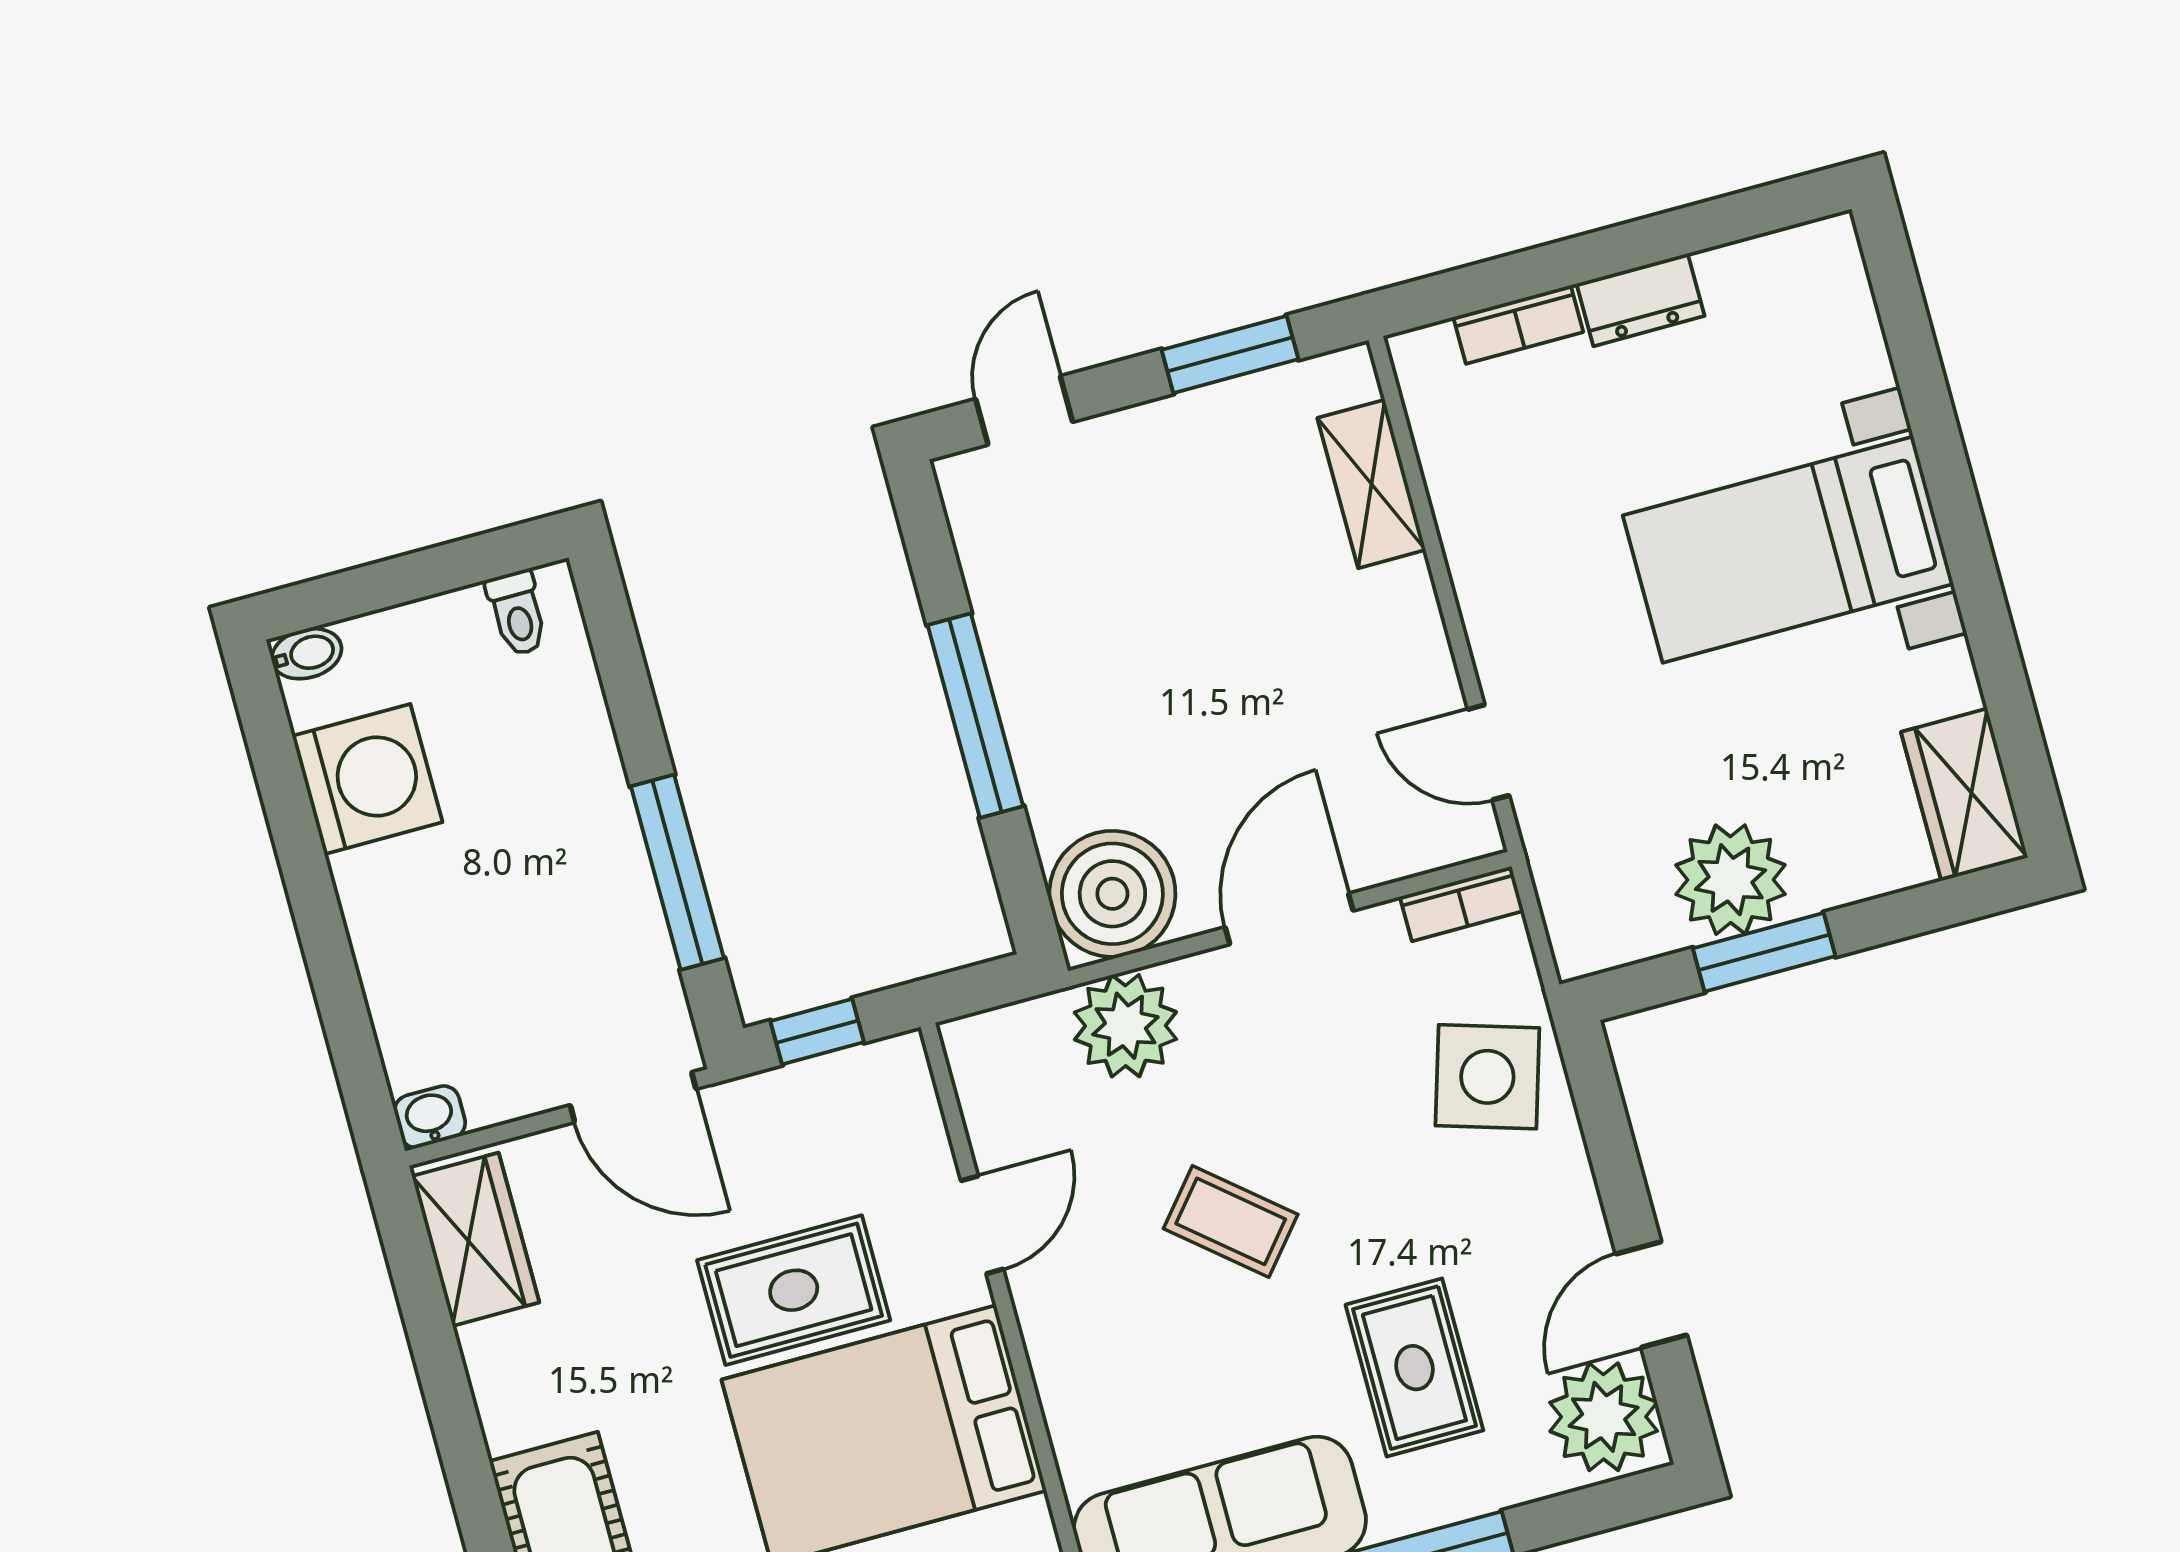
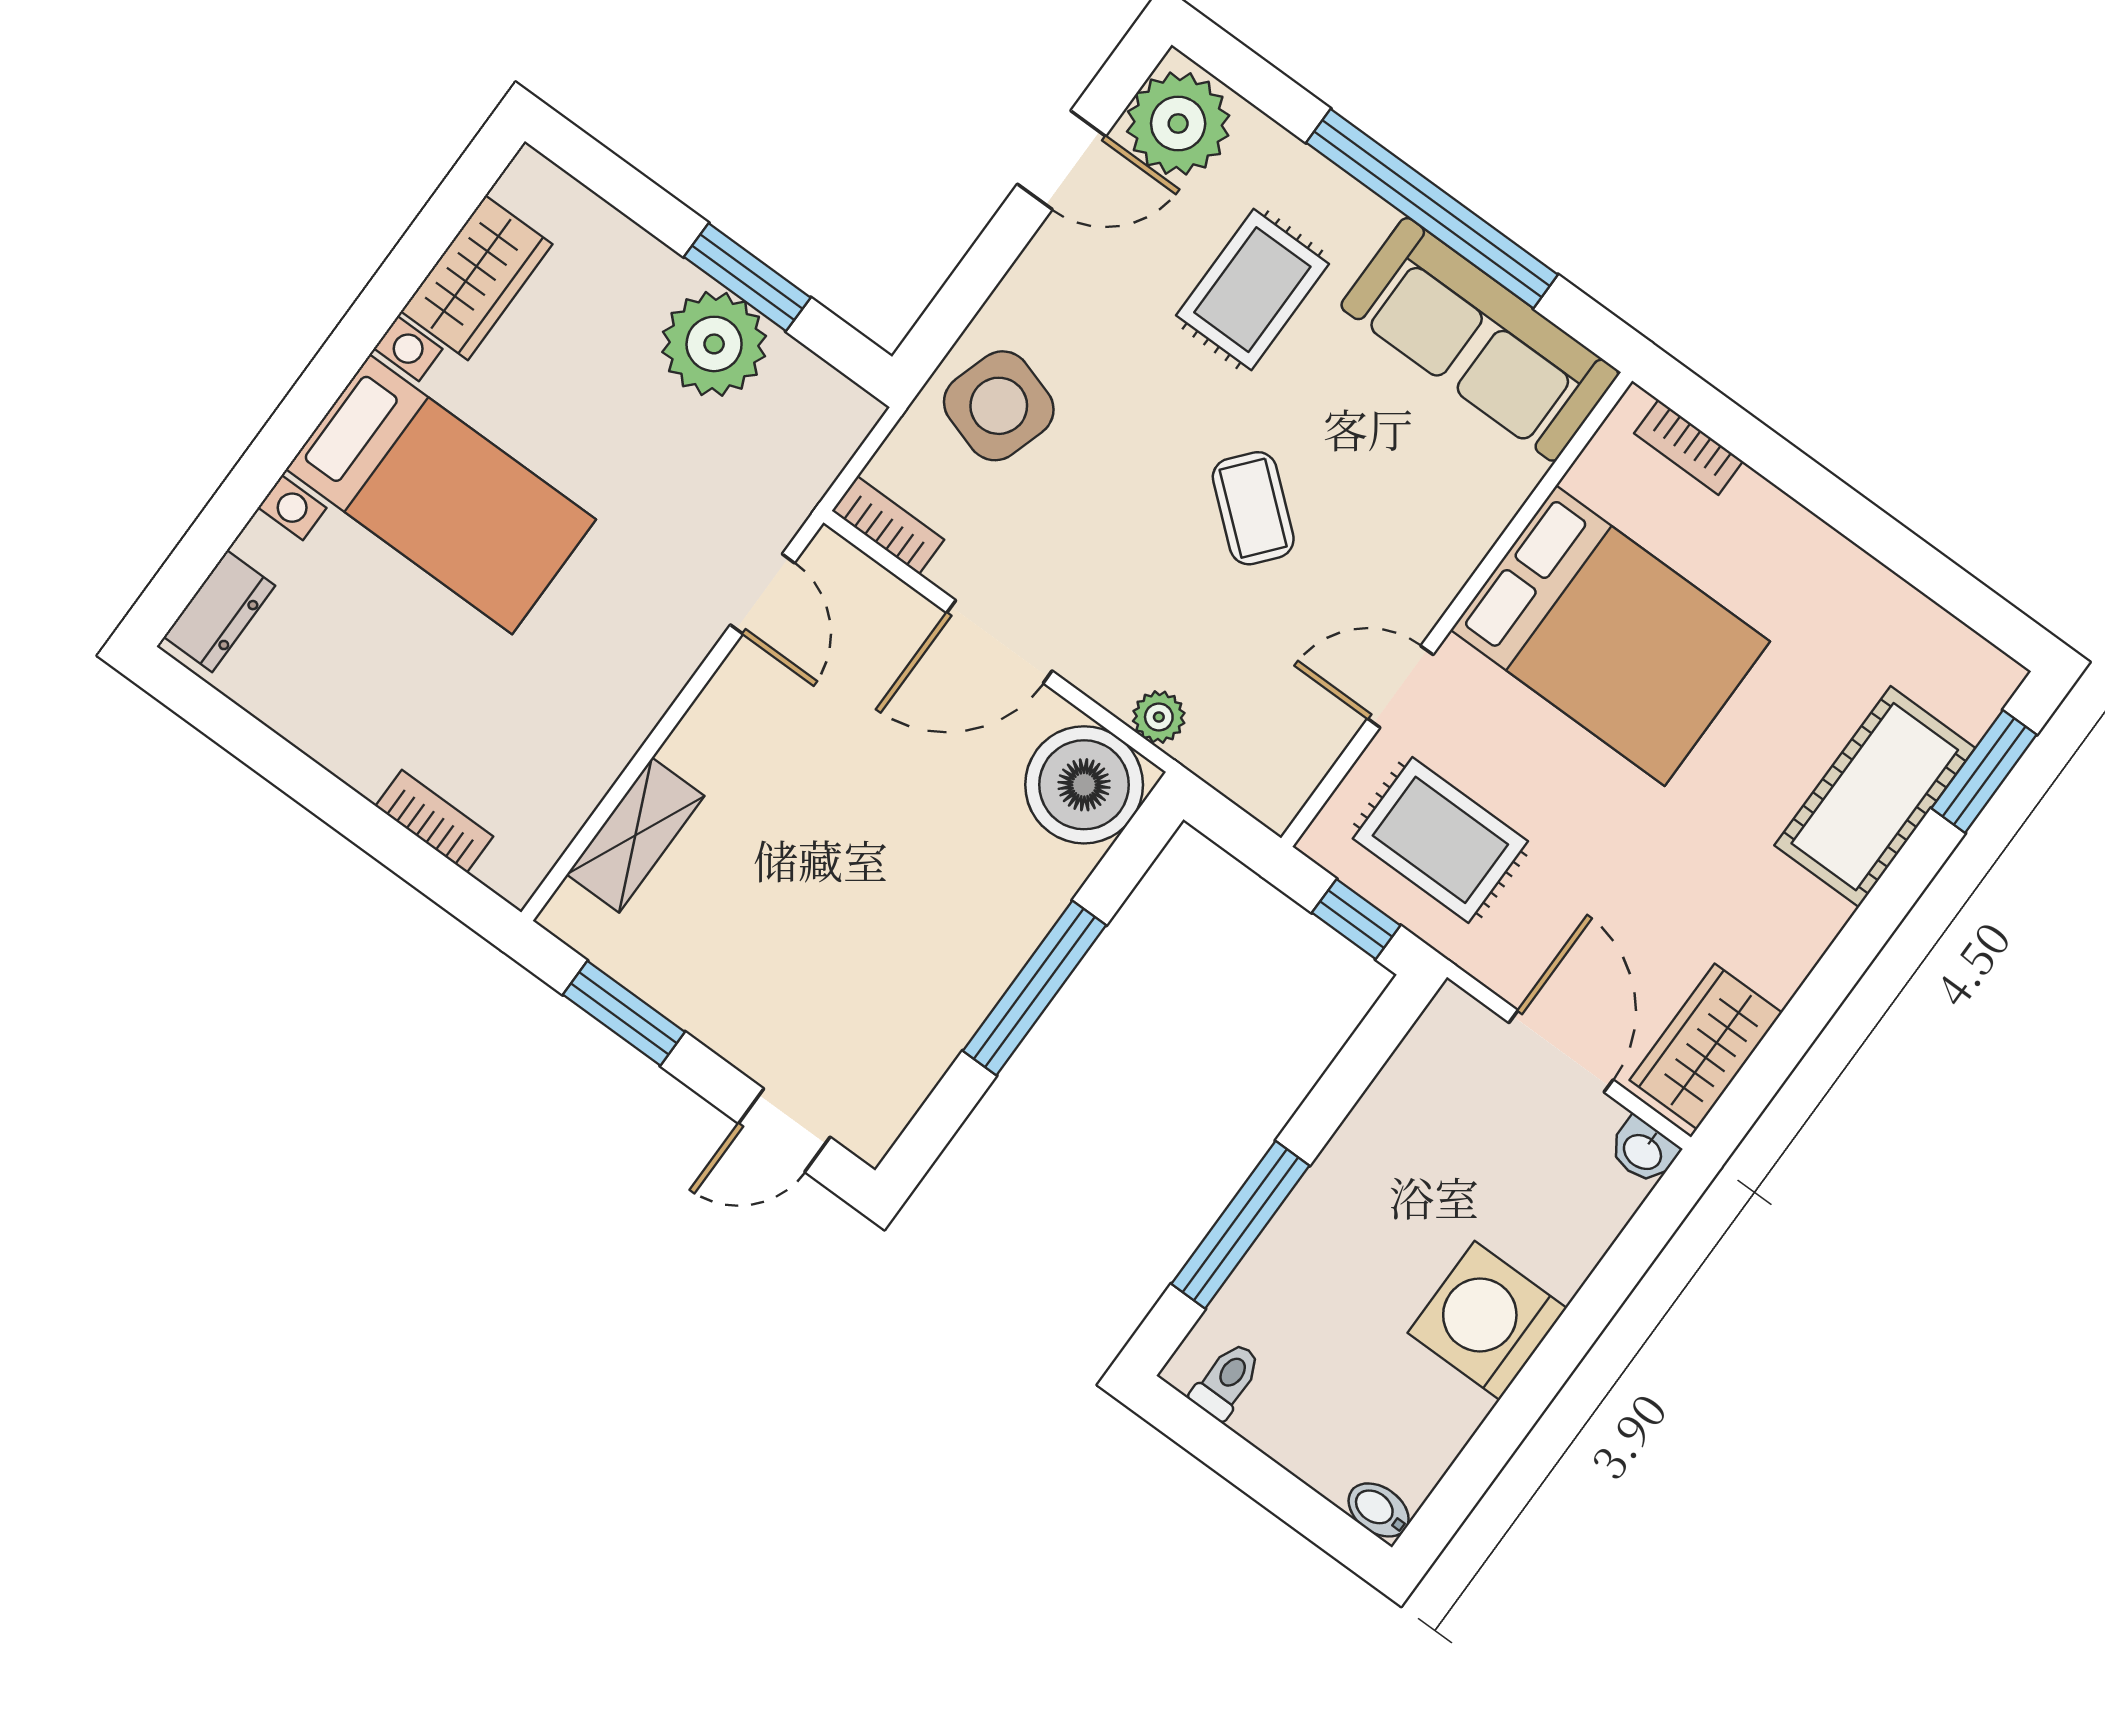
dresser: (1640, 300) -> (219, 611), moved, turned 90
washing machine: (367, 779) -> (1487, 1320), moved
wardrobe: (1964, 795) -> (477, 278), moved
window: (677, 872) -> (1240, 1225), moved
plant: (1125, 1026) -> (1159, 717), width x0.53, depth x0.53
door: (633, 1097) -> (1561, 1051), moved
rug: (794, 1290) -> (1440, 840), moved

